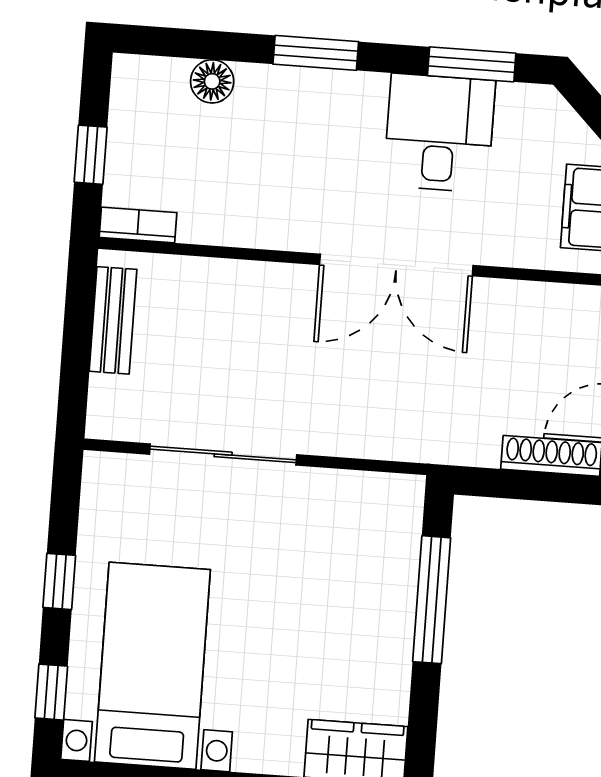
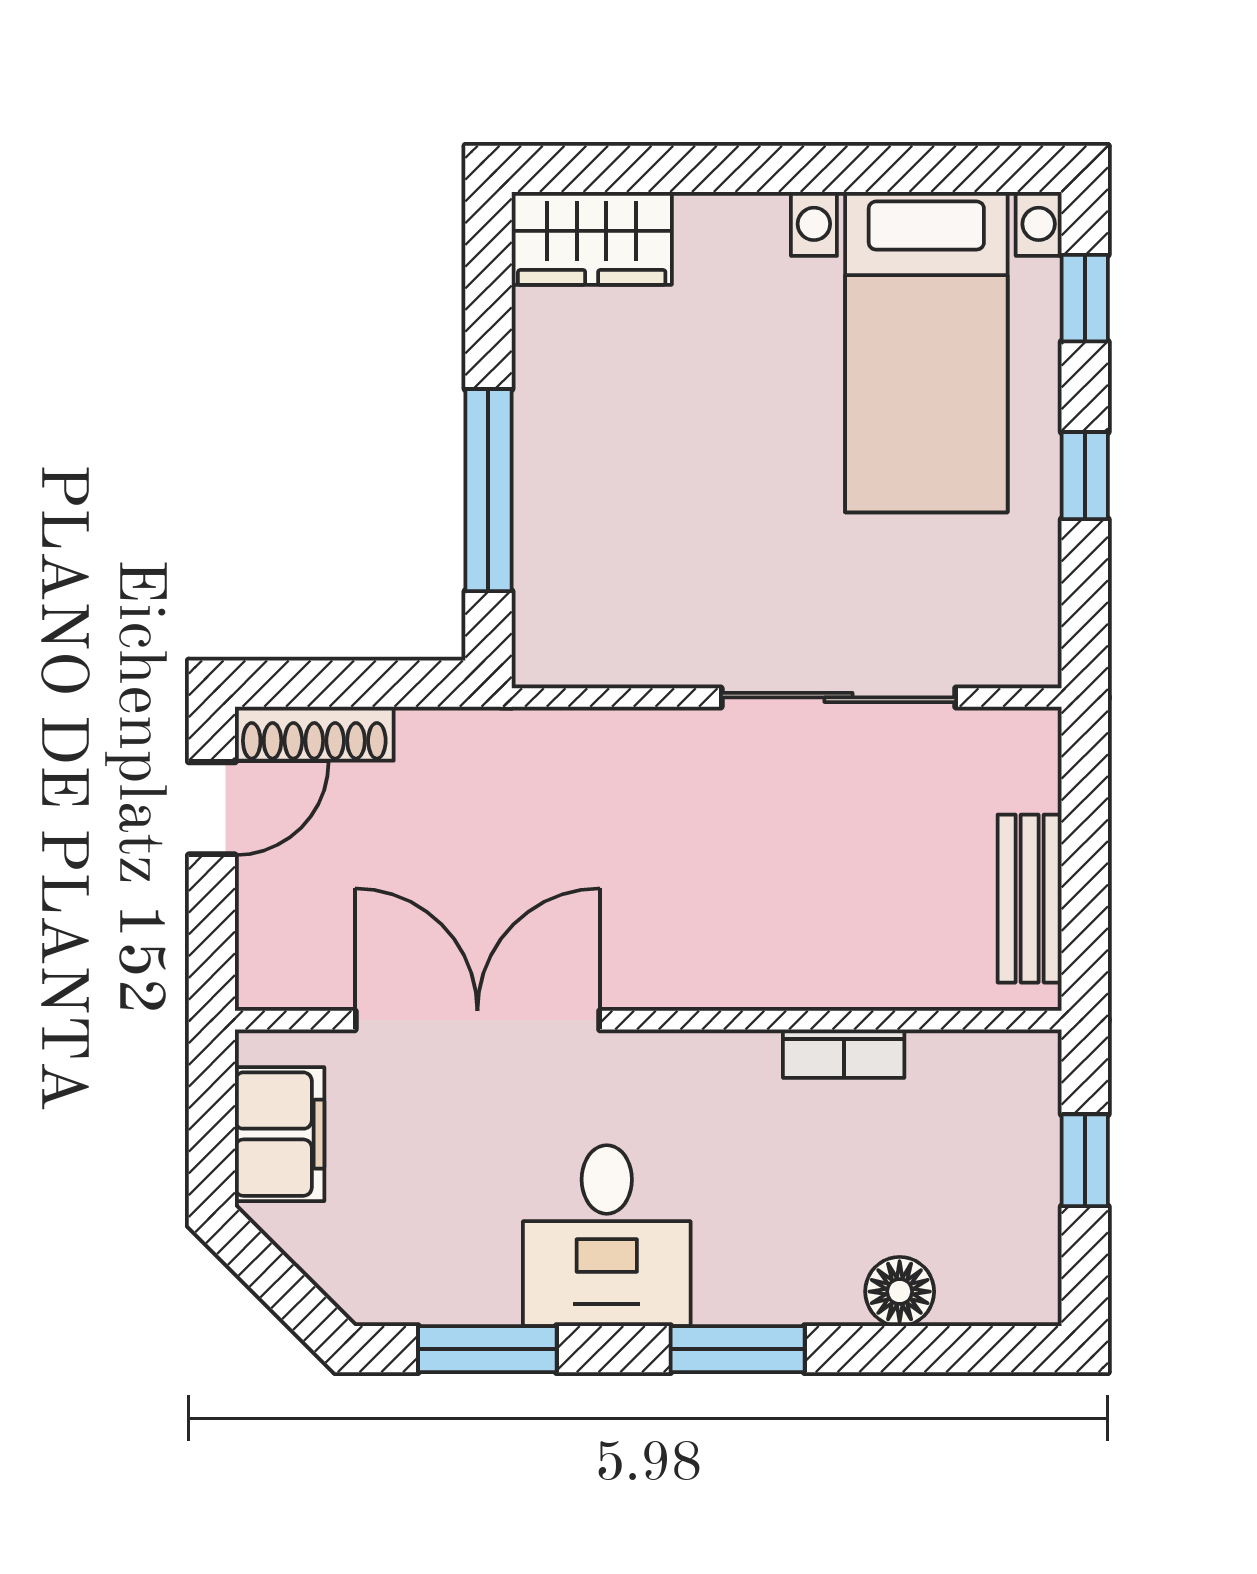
desk: (439, 133) -> (607, 1236), moved
bookcase: (138, 225) -> (844, 1054), moved
double door: (396, 265) -> (477, 1020), moved

